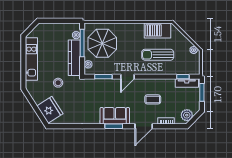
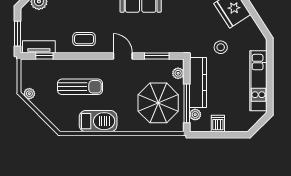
dishwasher: (60, 29) -> (218, 124), added
barbecue: (157, 30) -> (98, 121), moved
door: (127, 77) -> (123, 56), hinge flipped
coffee table: (153, 99) -> (84, 39), moved

